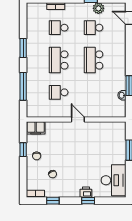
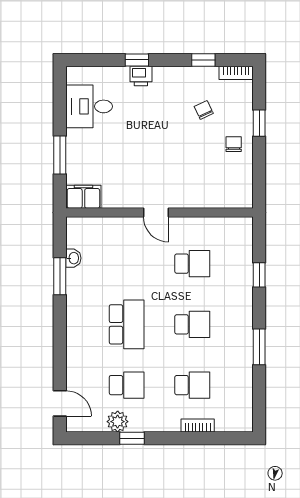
school desk: (59, 60) -> (192, 324), width x0.54
window: (23, 86) -> (259, 275), width x0.46
filing cabinet: (36, 128) -> (83, 197), moved
window: (23, 150) -> (259, 123), moved
desk: (114, 180) -> (89, 106), width x0.73

